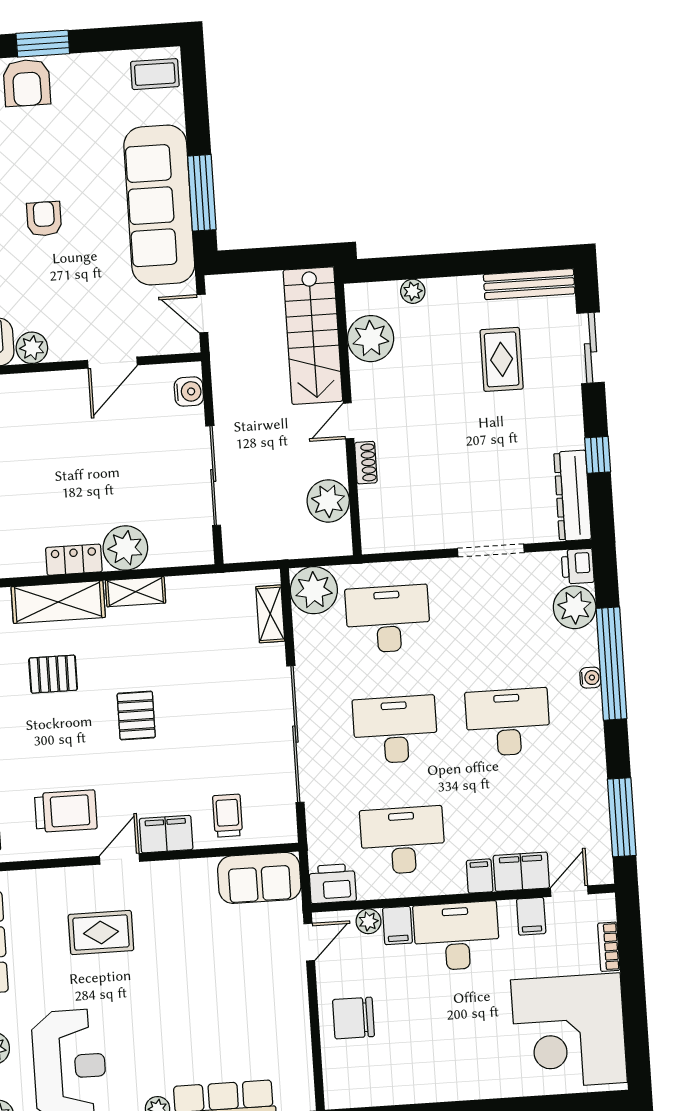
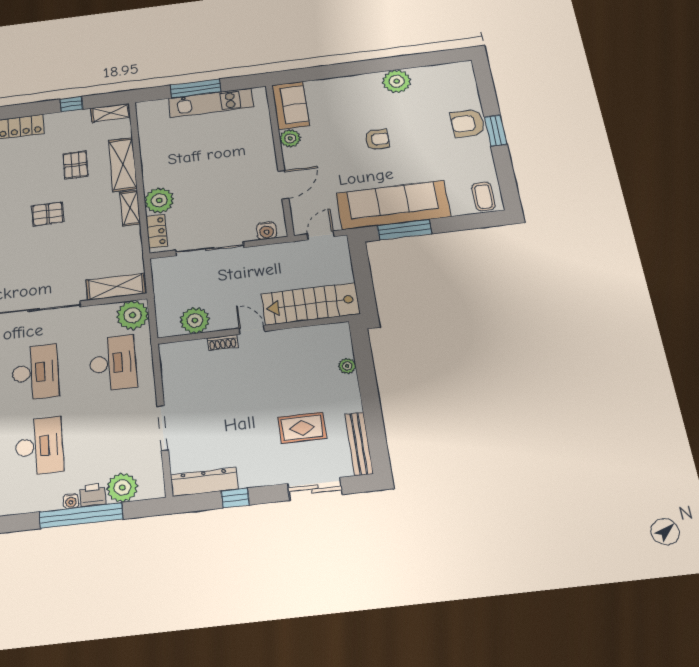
plant: (371, 339) -> (311, 341), removed
door: (112, 363) -> (283, 185), swing flipped
locker: (74, 560) -> (157, 231), moved
printer: (578, 566) -> (93, 495), moved
shelving: (270, 614) -> (116, 287), width x1.50, depth x1.33

